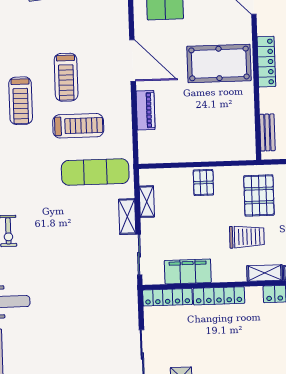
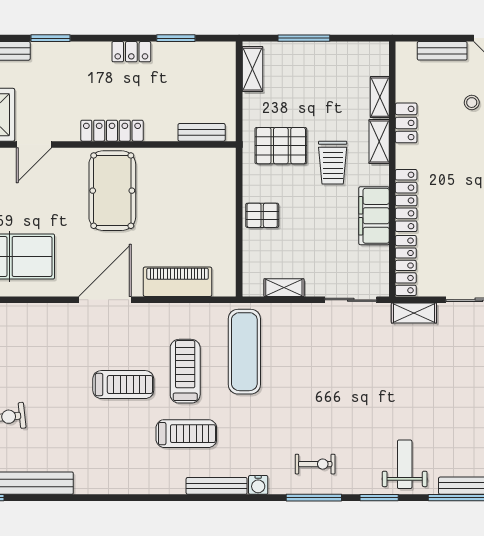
treadmill: (21, 101) -> (186, 434), moved
piano: (146, 110) -> (178, 282), width x1.37, depth x1.33
shelving: (127, 217) -> (414, 313), moved
trolley: (247, 237) -> (333, 163), turned 180
filing cabinet: (188, 271) -> (374, 216), moved

